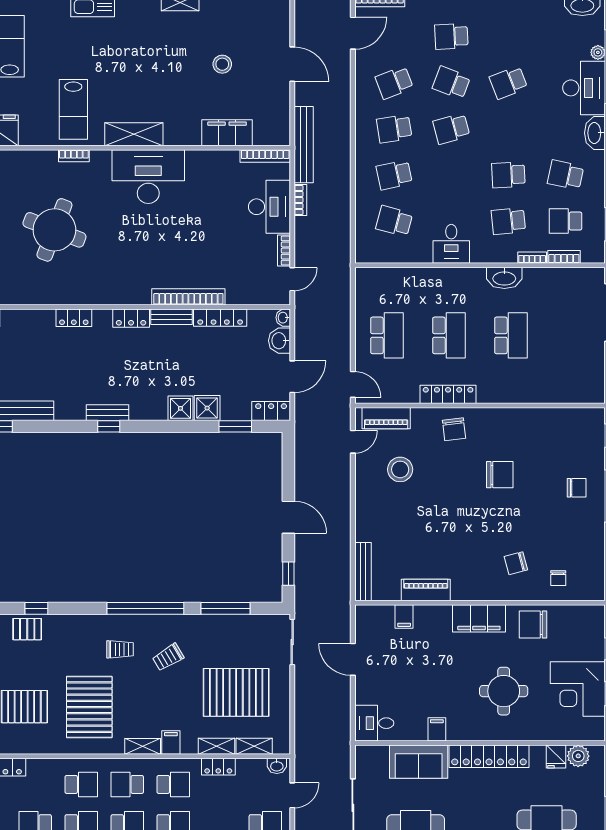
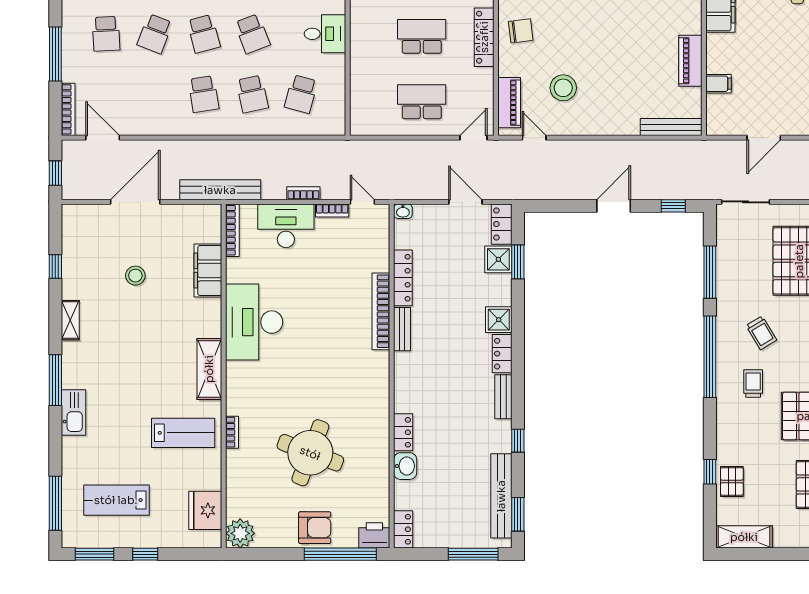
door: (292, 64) -> (135, 202), width x1.36
school desk: (394, 83) -> (252, 34), moved
desk: (148, 177) -> (254, 322), moved
bookcase: (300, 200) -> (303, 193), moved
locker: (131, 318) -> (502, 354), moved, turned 180
washbasin: (279, 341) -> (405, 466), moved, turned -90
shower: (207, 408) -> (498, 259), moved
window: (109, 426) -> (518, 441), moved

